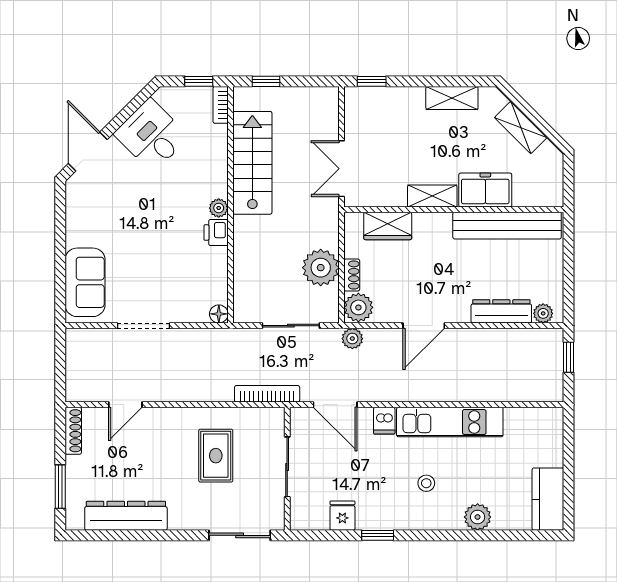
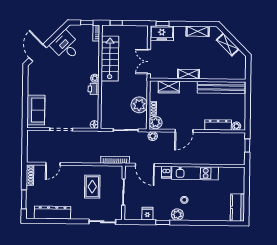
freezer: (485, 190) -> (162, 33), moved, turned 180
plant: (478, 517) -> (177, 215), moved

